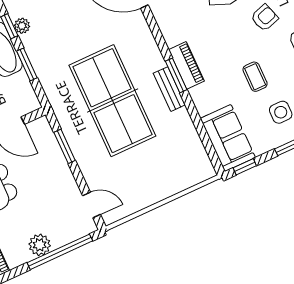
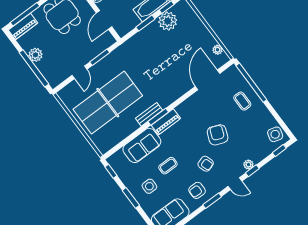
plant: (22, 26) -> (168, 21), width x1.88, depth x1.88
table tennis table: (112, 101) -> (108, 103), moved
sofa: (228, 138) -> (142, 145), moved
door: (92, 205) -> (79, 72), moved

